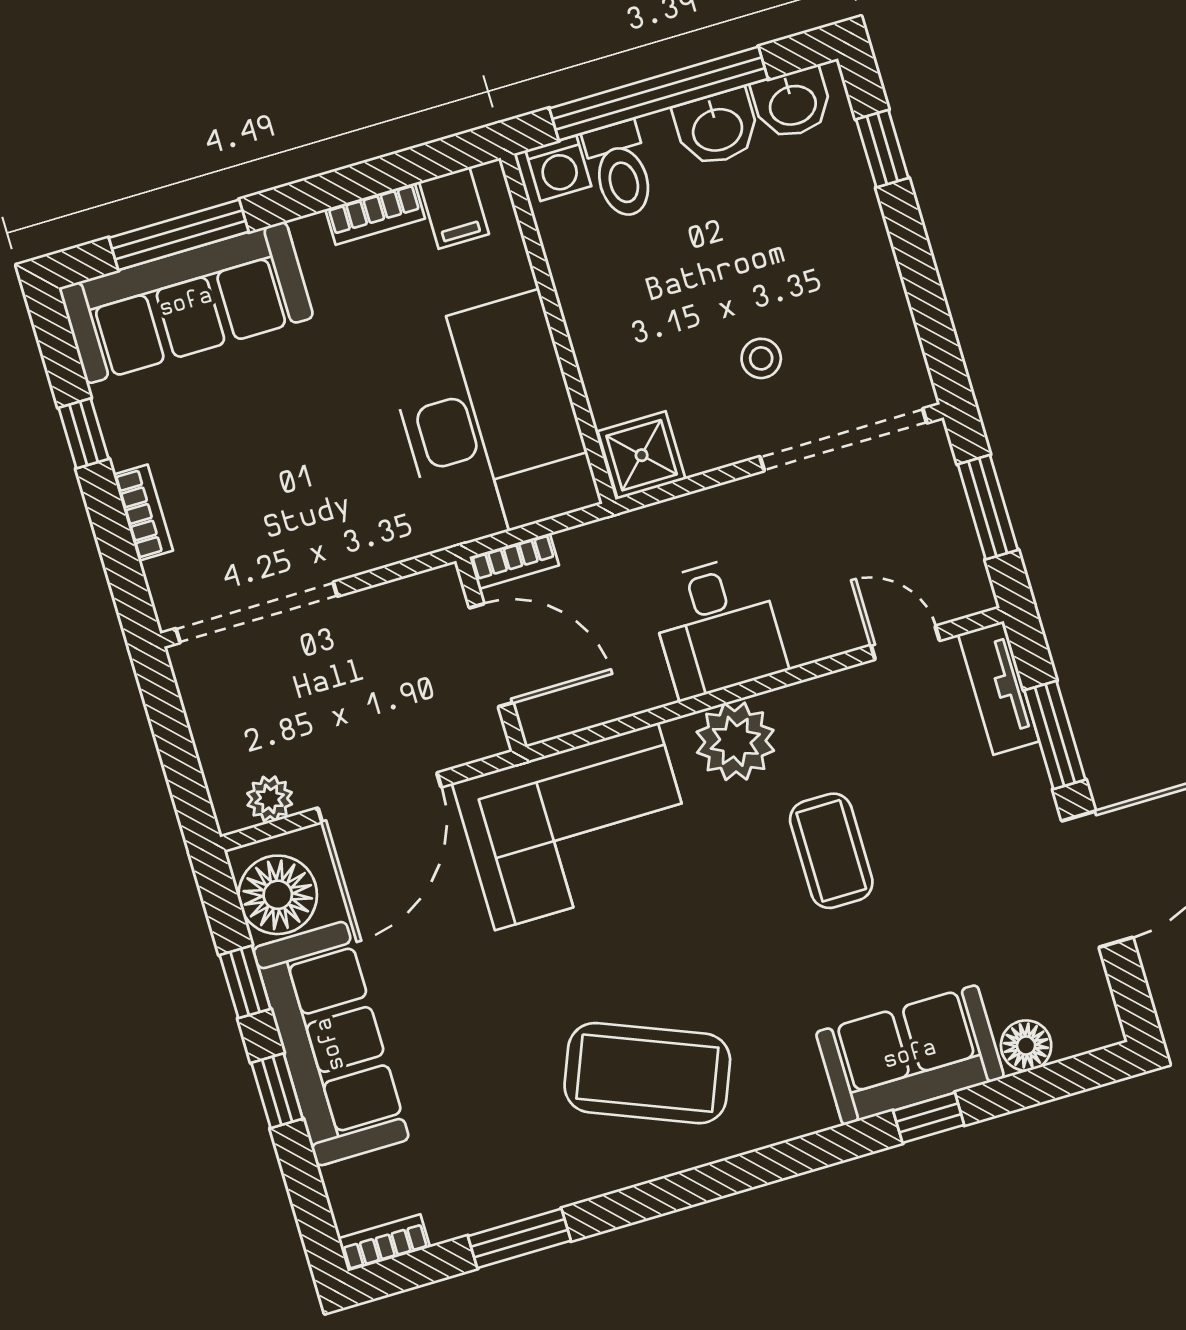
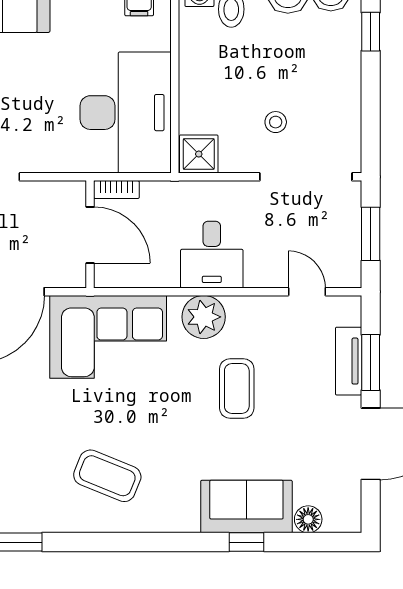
tv unit: (999, 688) -> (349, 361), moved
coffee table: (647, 1073) -> (107, 476), width x0.73, depth x0.76

